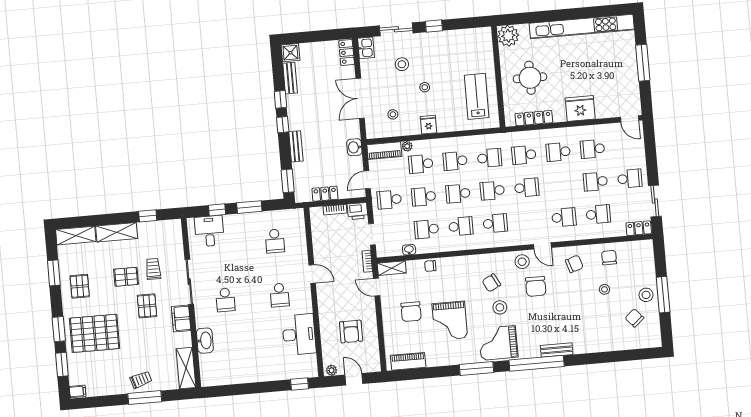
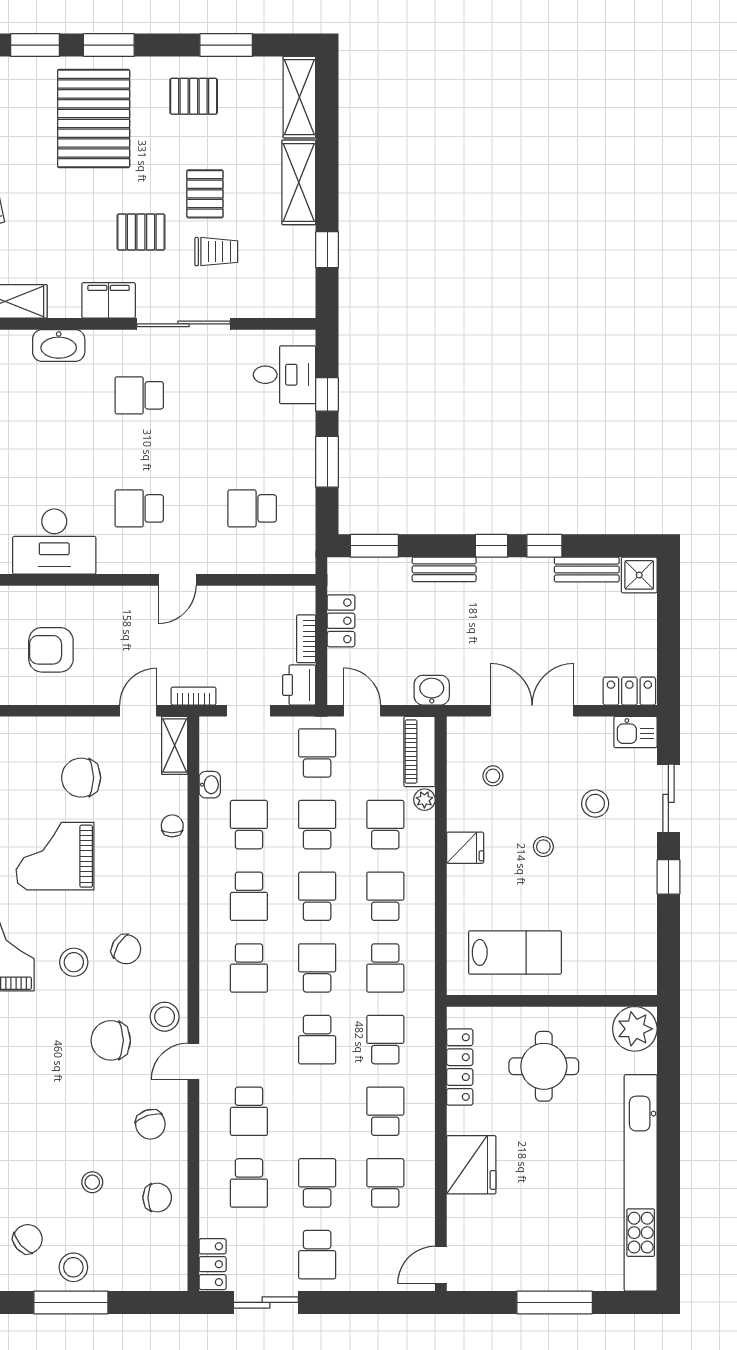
chair: (491, 283) -> (126, 949), turned 149

